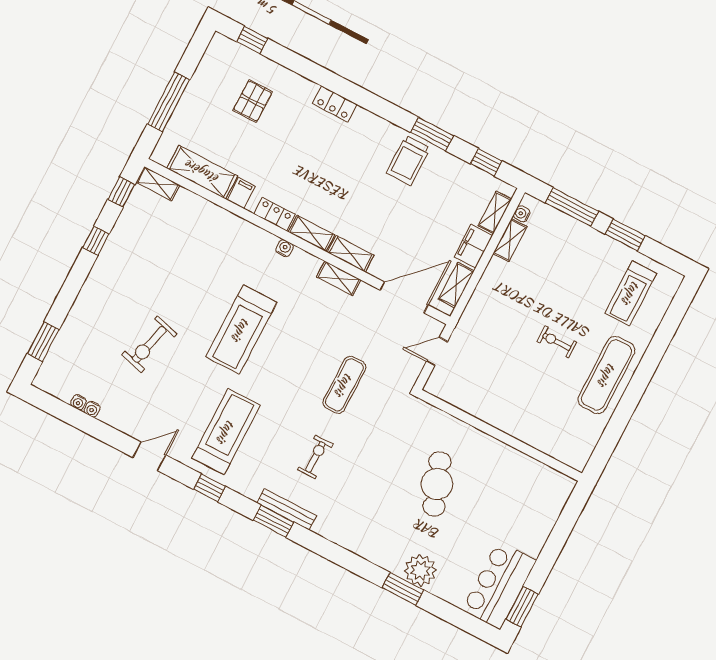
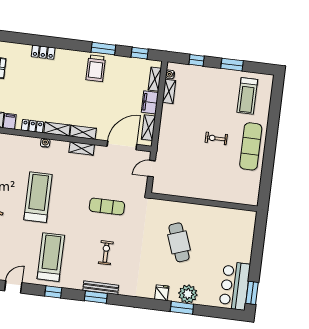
window: (572, 207) -> (197, 60), width x0.46
treadmill: (241, 330) -> (38, 197), turned 180
exercise mat: (344, 385) -> (107, 206), turned 90
fridge: (380, 553) -> (162, 293), added

